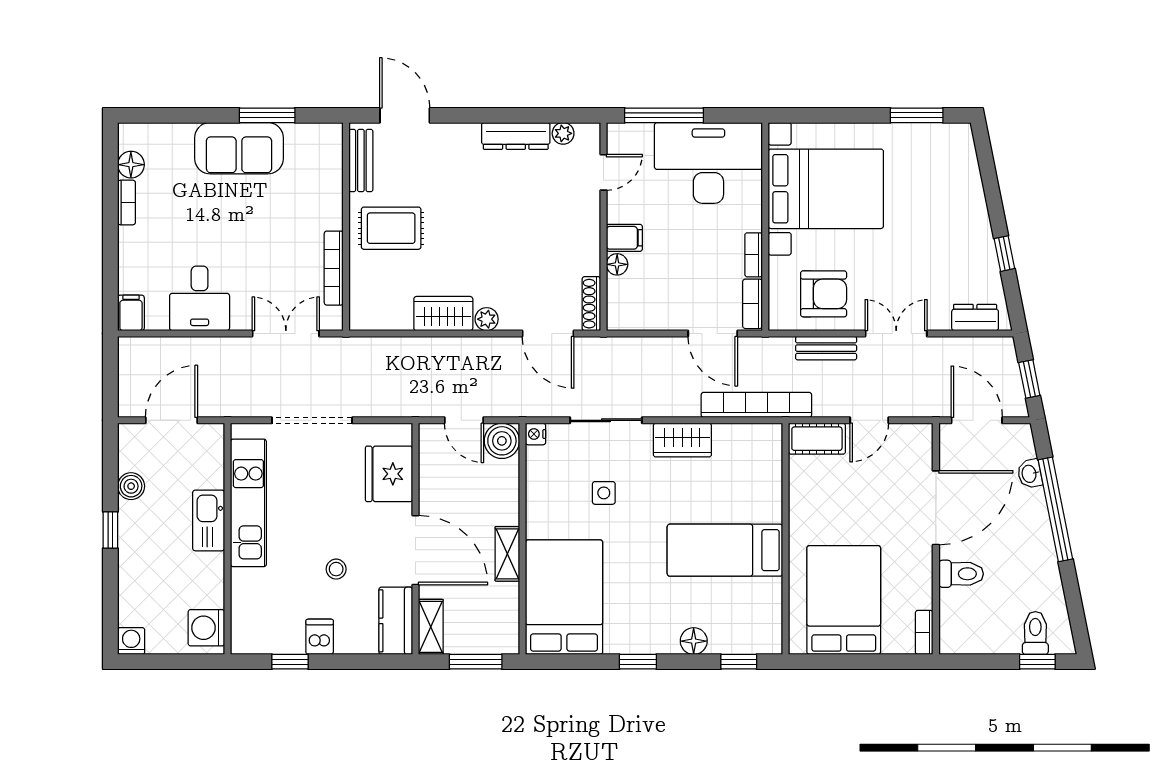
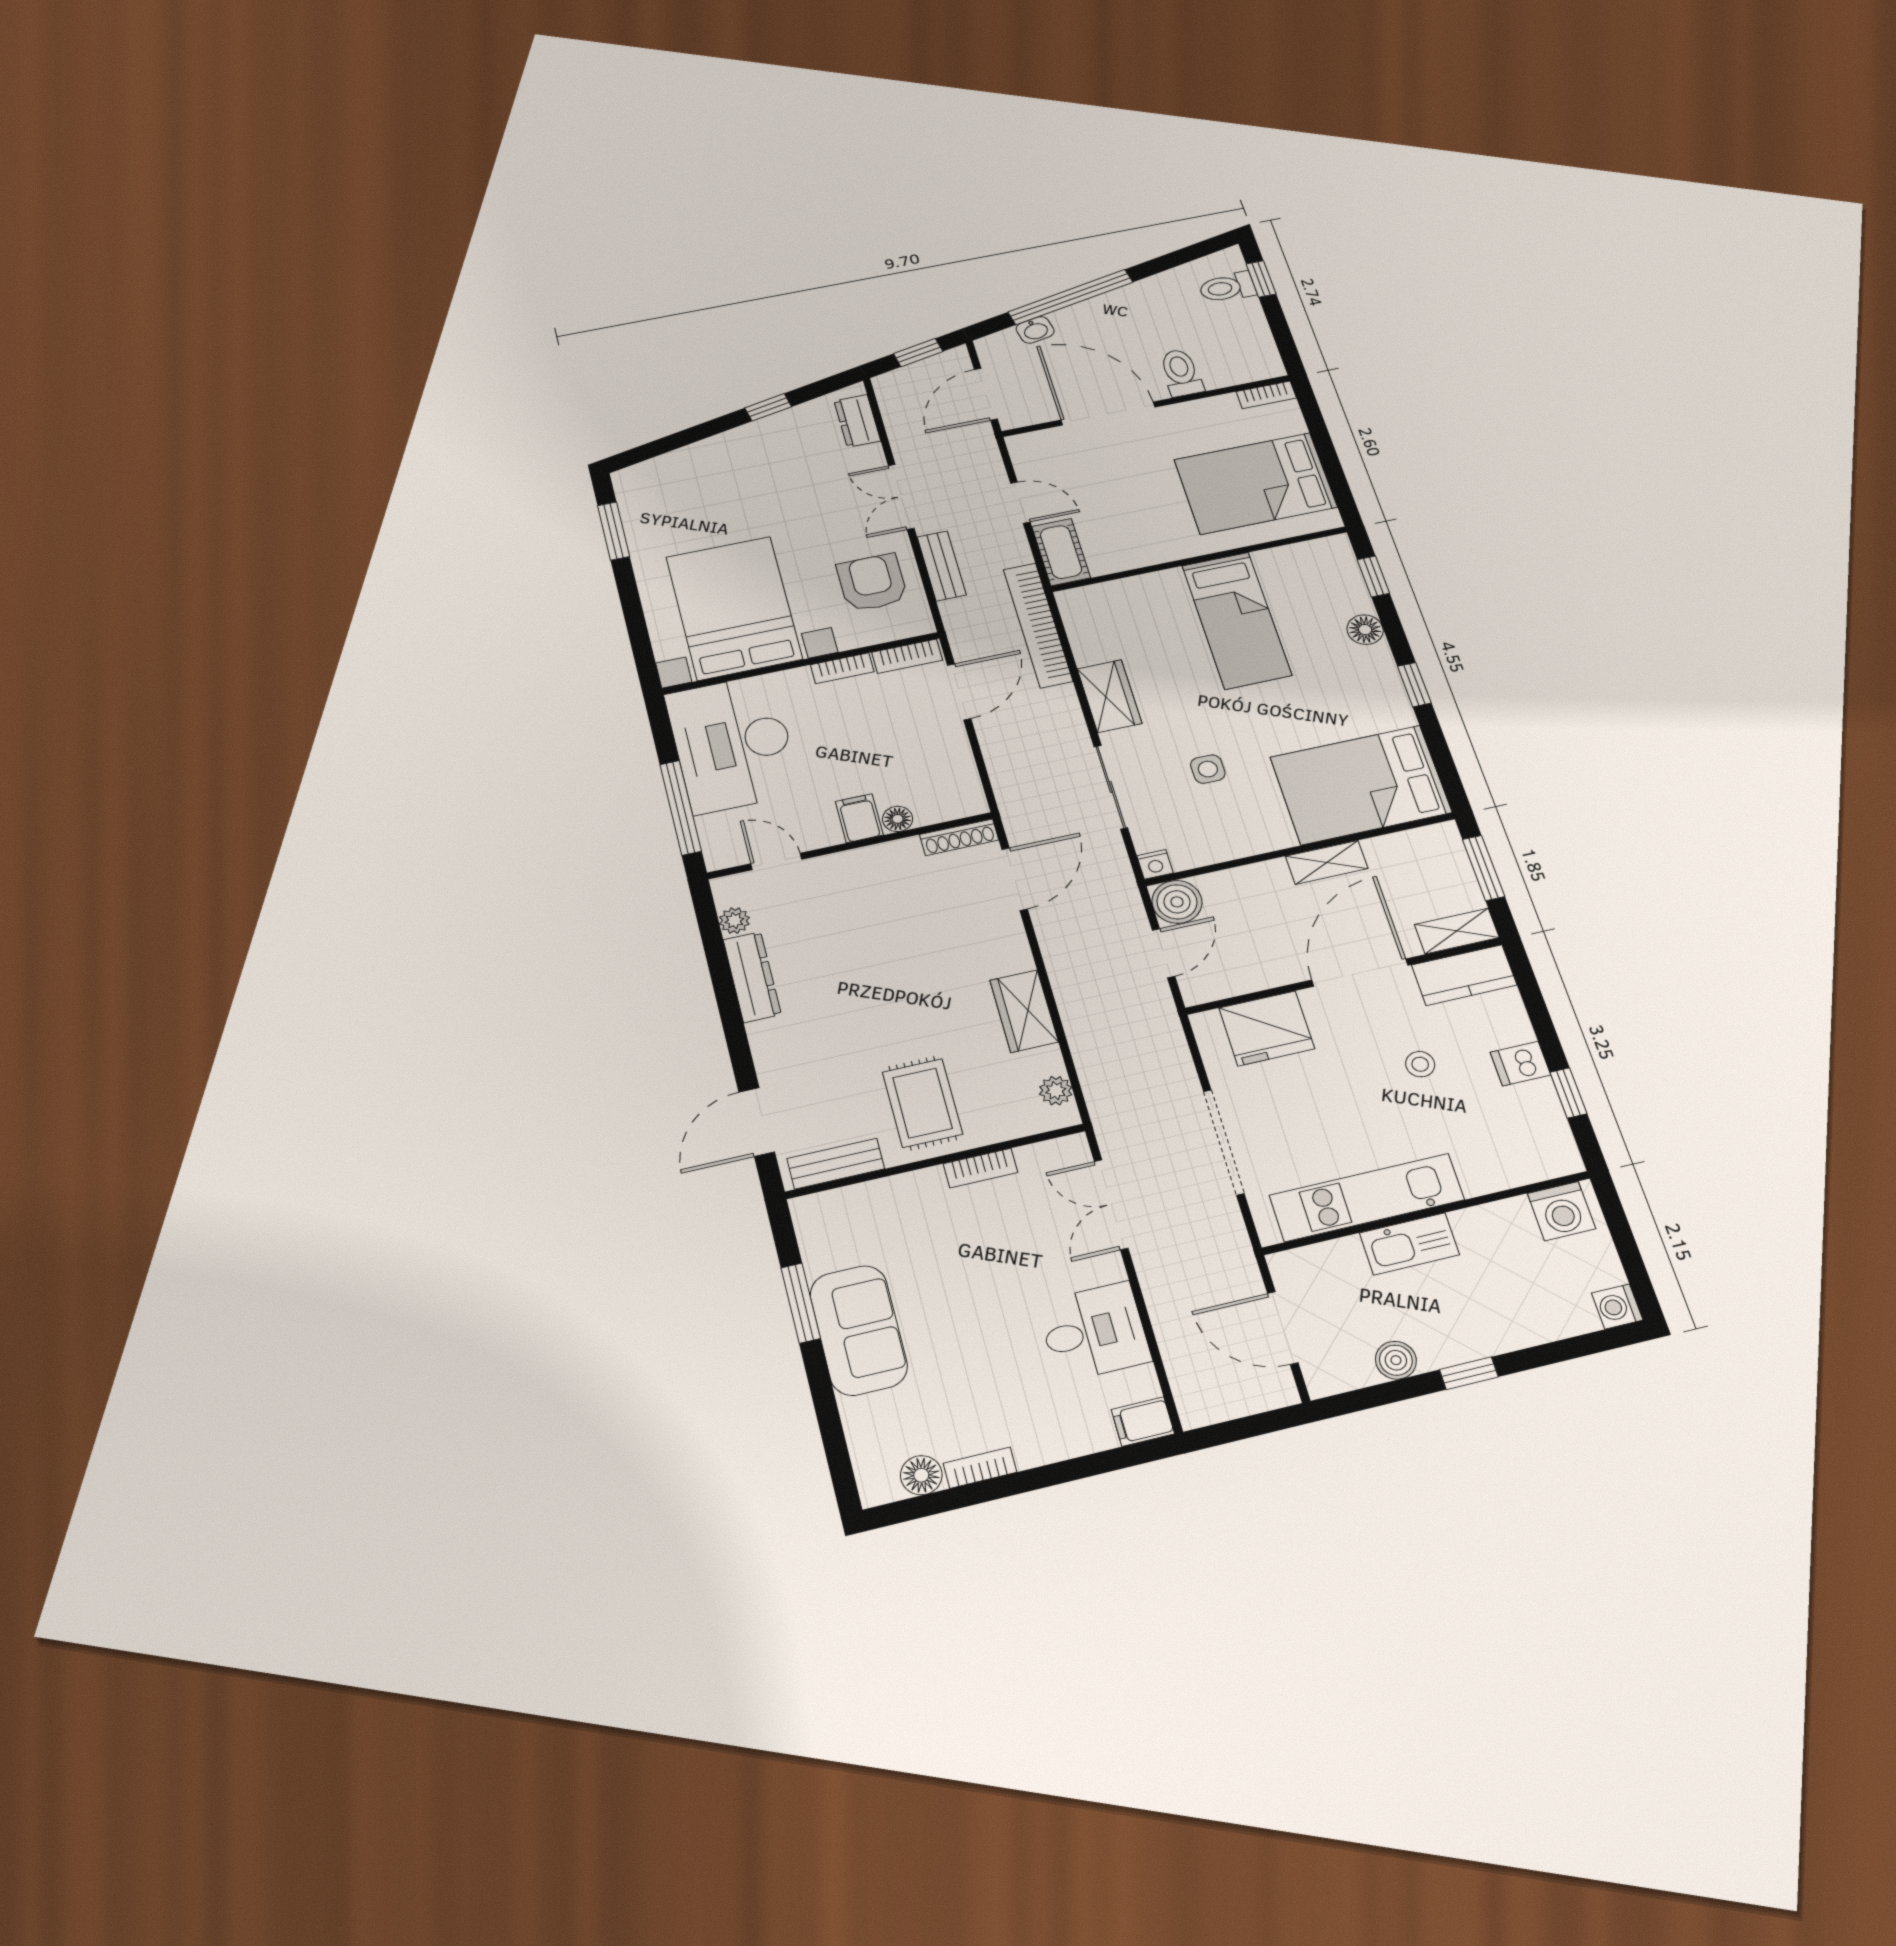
bookcase: (334, 268) -> (980, 1168), width x0.64
plant: (487, 319) -> (1056, 1091), moved

